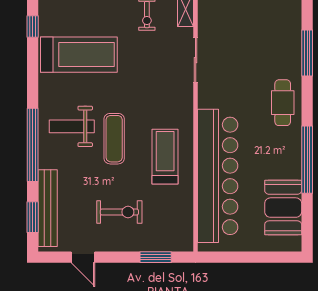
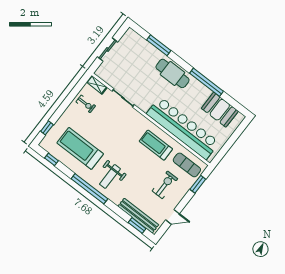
treadmill: (79, 55) -> (80, 148), turned -90
cafe table: (283, 103) -> (173, 73), width x1.37, depth x1.35
exercise mat: (114, 139) -> (187, 165), moved
window: (33, 145) -> (89, 189), moved

